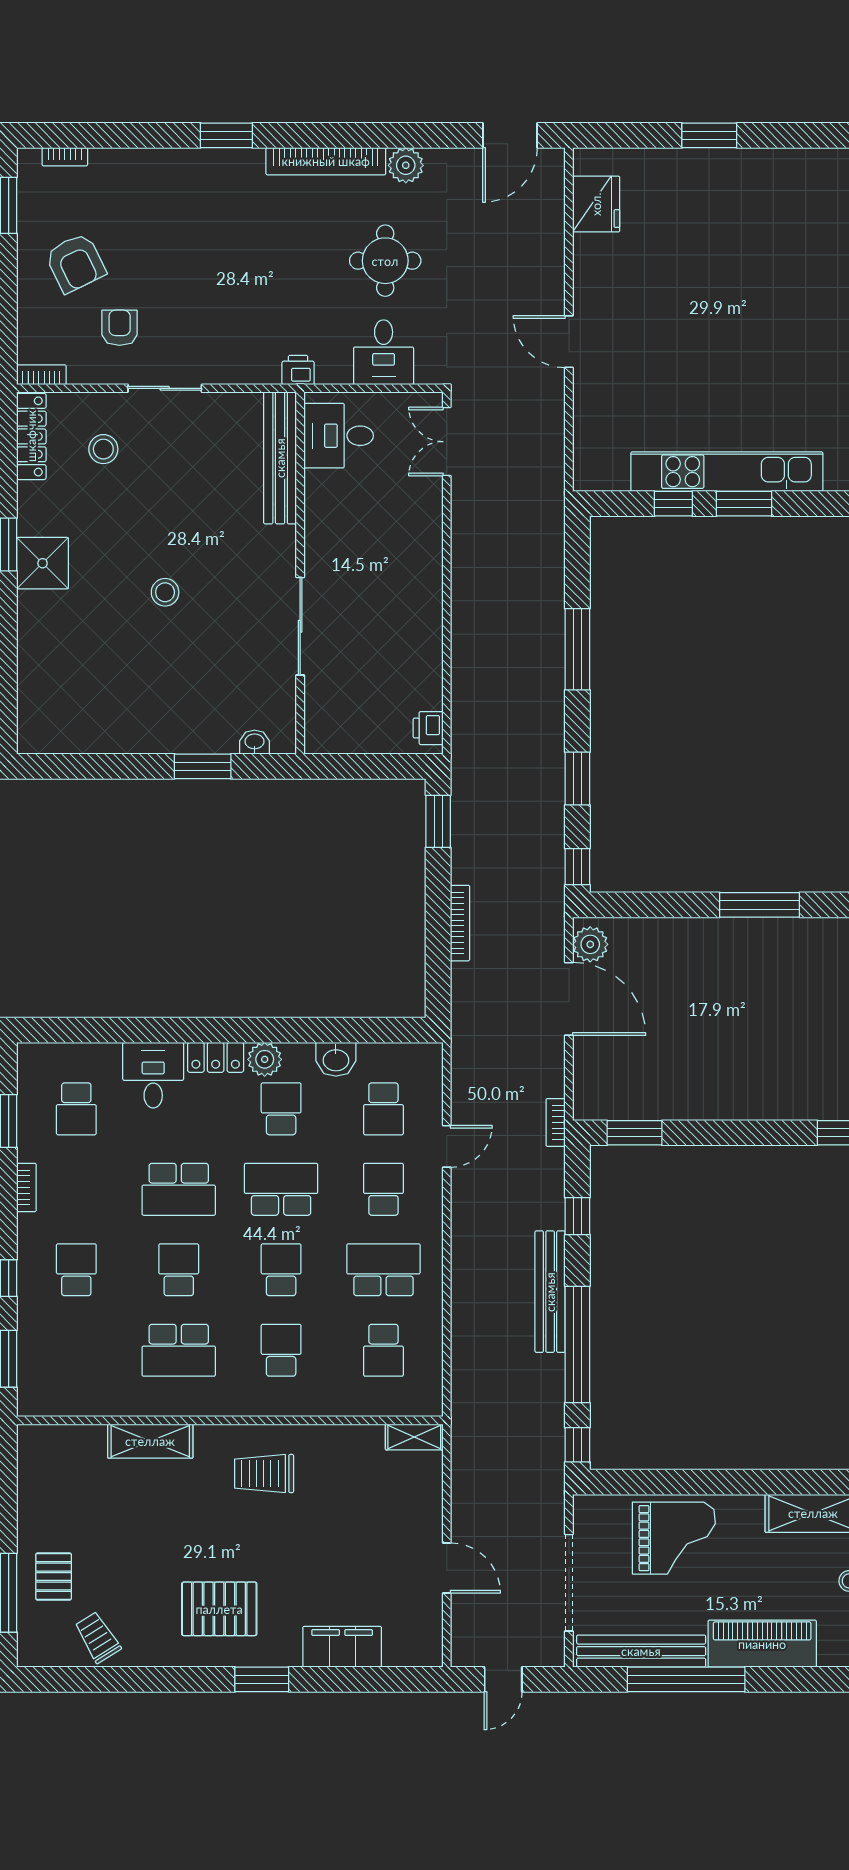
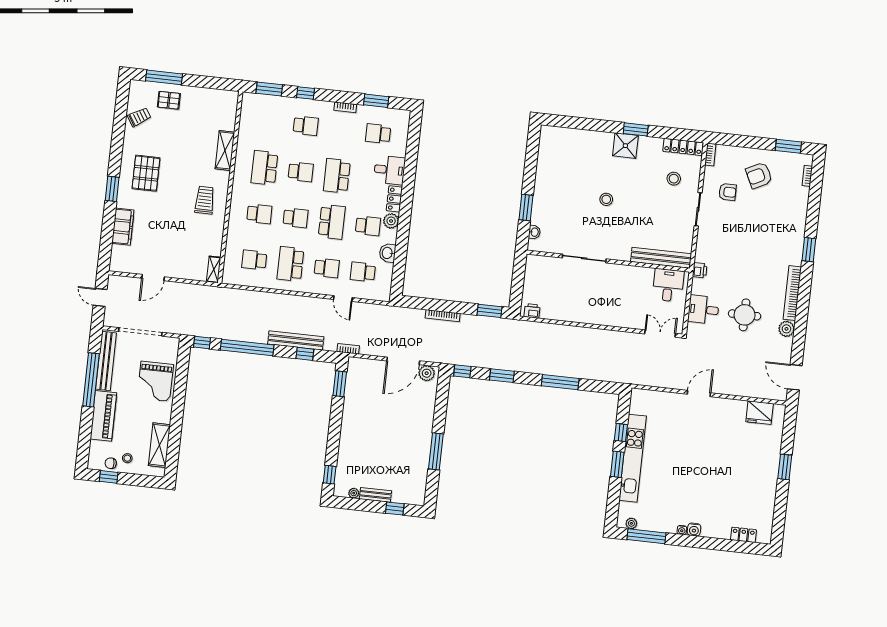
school desk: (383, 1270) -> (290, 264), turned 180
bench: (550, 1292) -> (296, 340), moved

